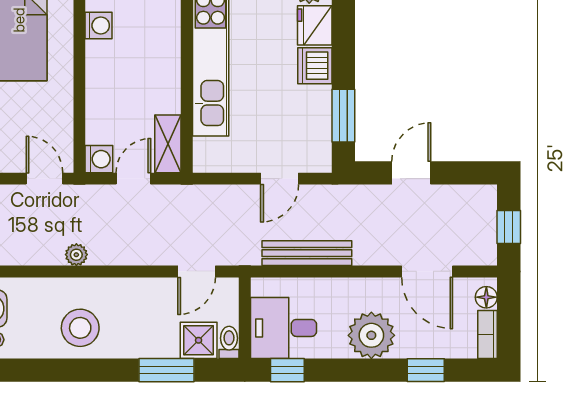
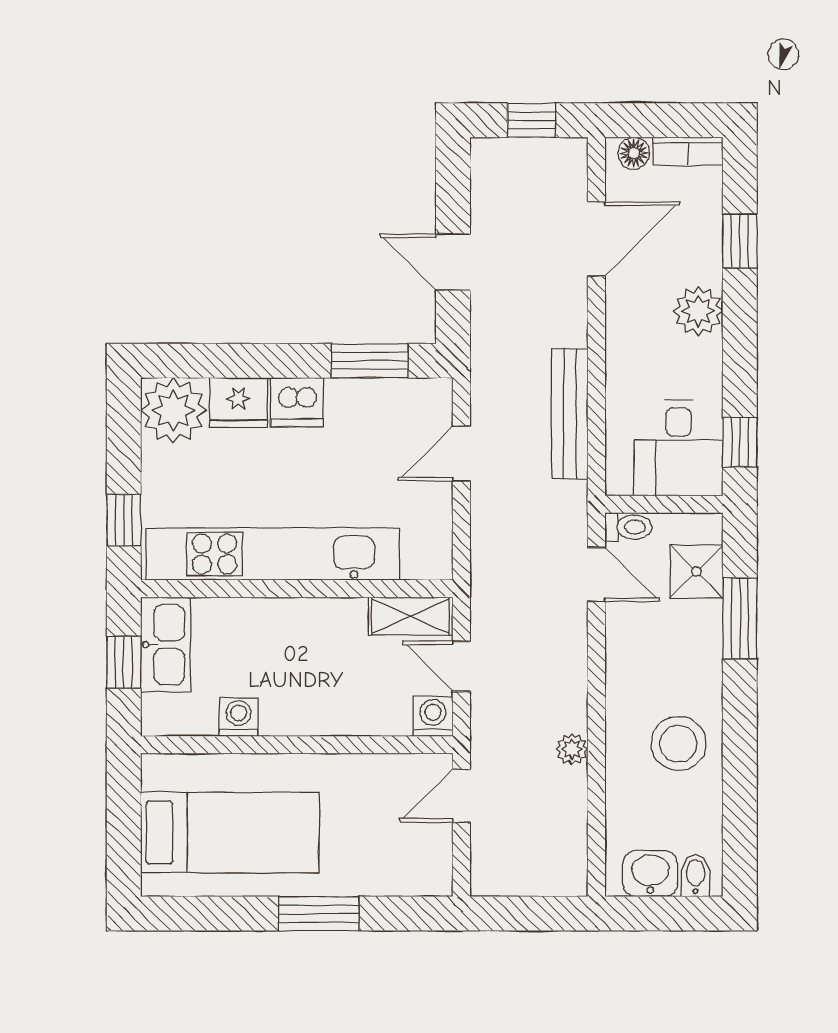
door: (280, 179) -> (461, 454), swing flipped
plant: (371, 335) -> (698, 311), width x0.73, depth x0.73
toilet: (229, 342) -> (628, 527), moved, turned 180

